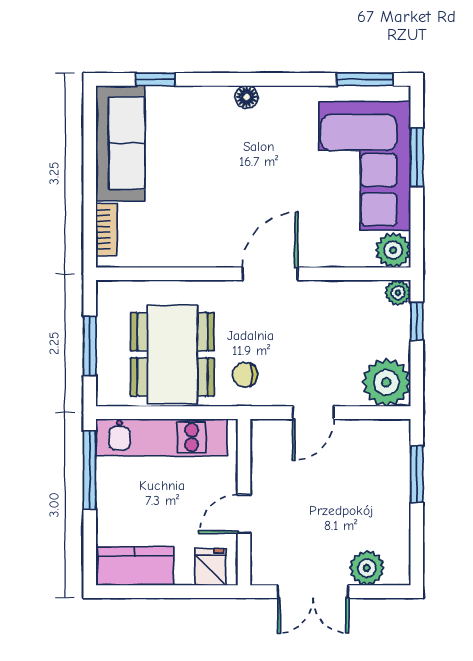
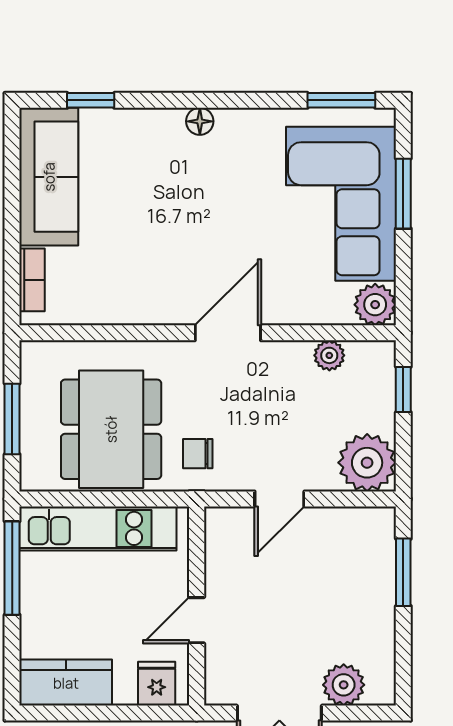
plant: (398, 293) -> (329, 355), moved

